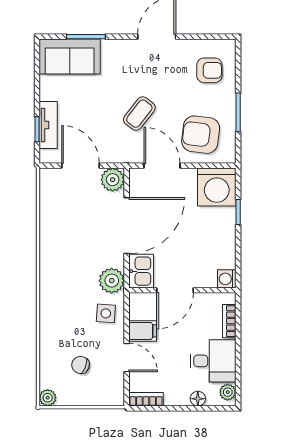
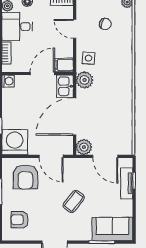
coffee table: (139, 114) -> (74, 201), moved
armchair: (201, 135) -> (25, 177), turned 83
filing cabinet: (143, 331) -> (64, 65), moved

